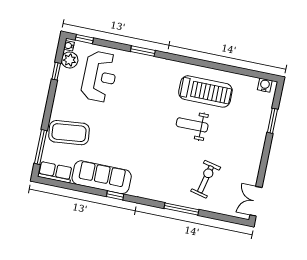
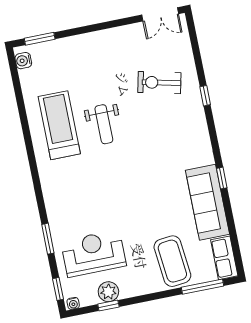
window: (143, 51) -> (48, 239), moved
plant: (70, 60) -> (108, 292), moved
window: (272, 121) -> (40, 39), moved
window: (181, 209) -> (205, 96), width x0.46

